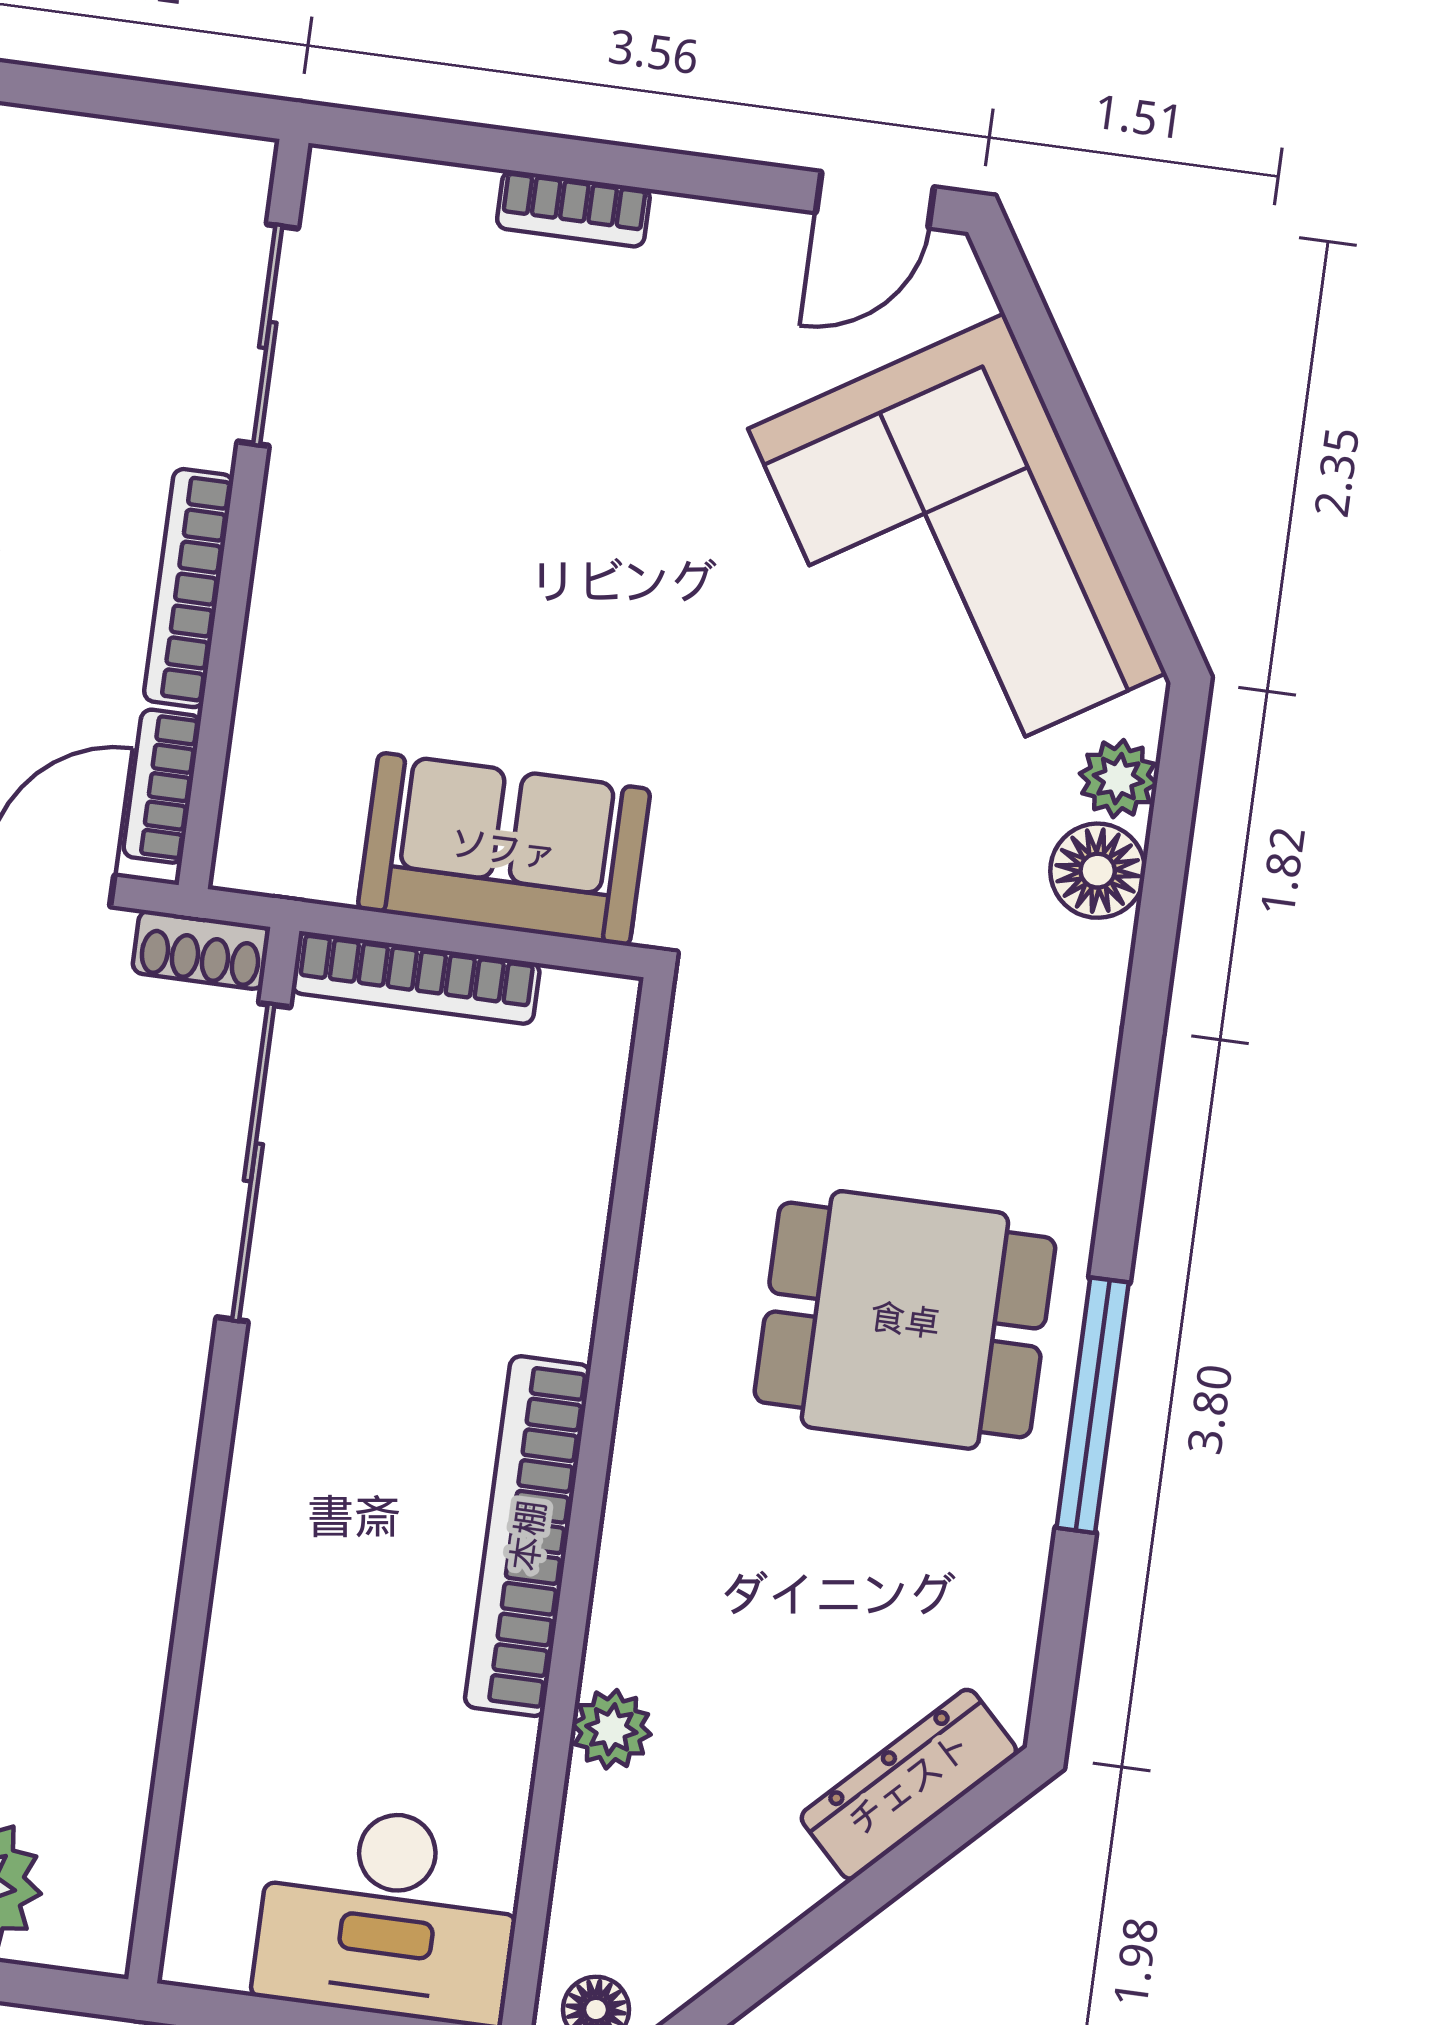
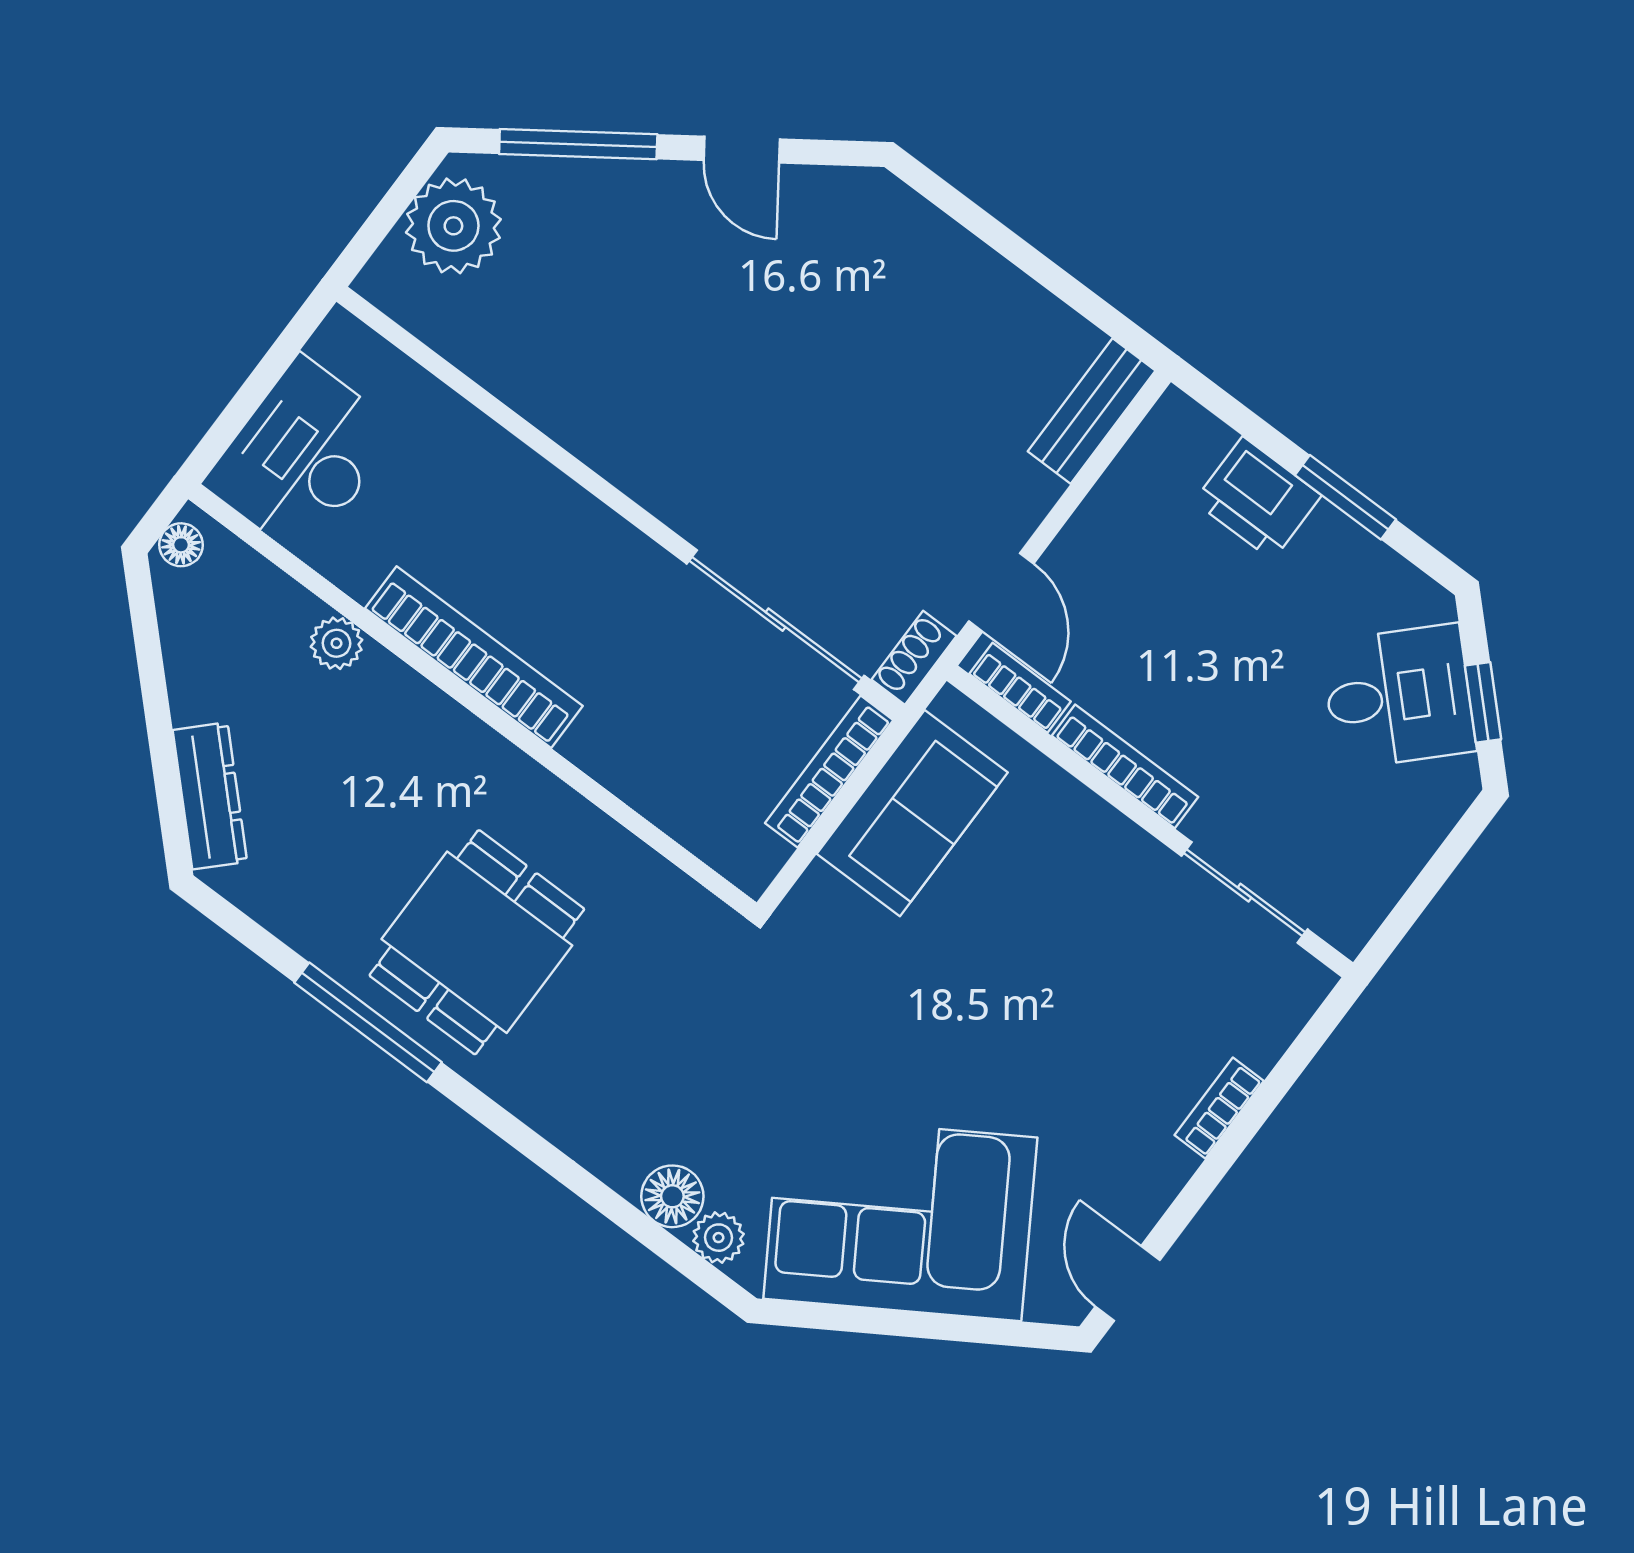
sofa: (504, 849) -> (912, 813), moved

